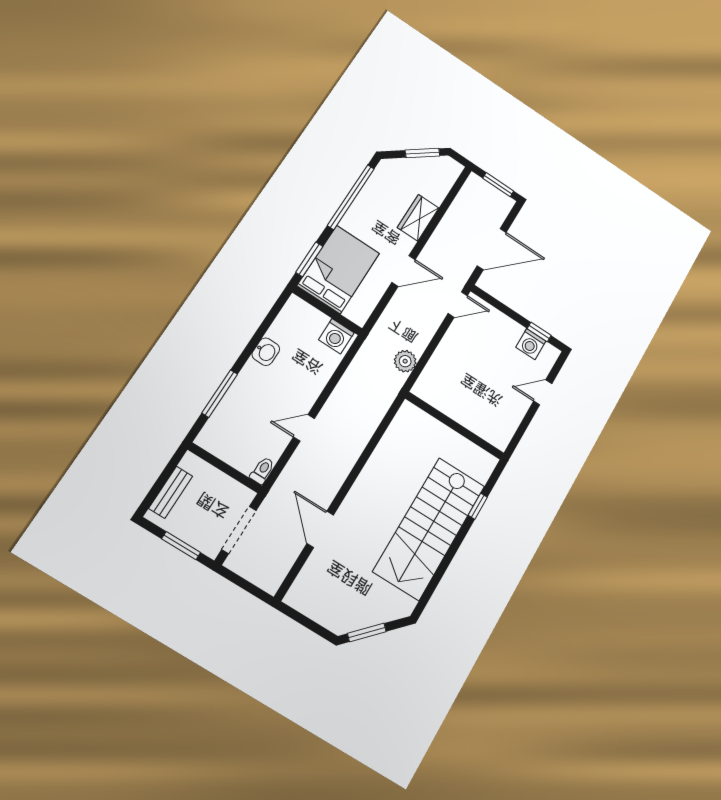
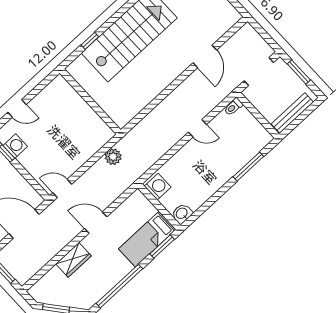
bed: (338, 269) -> (147, 239), width x0.67
washbasin: (266, 352) -> (182, 214), moved
bench: (171, 492) -> (292, 113), width x1.36

